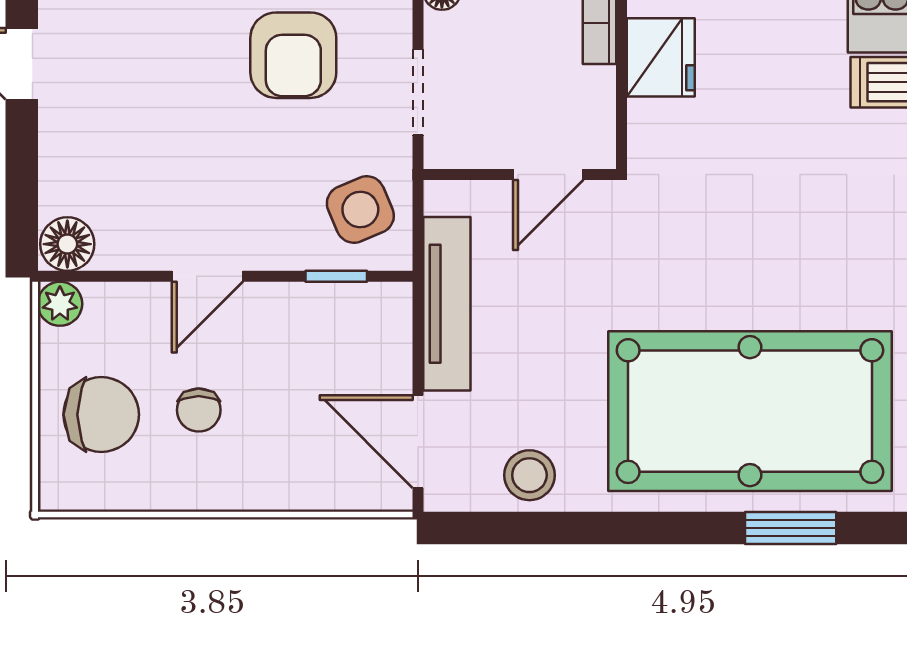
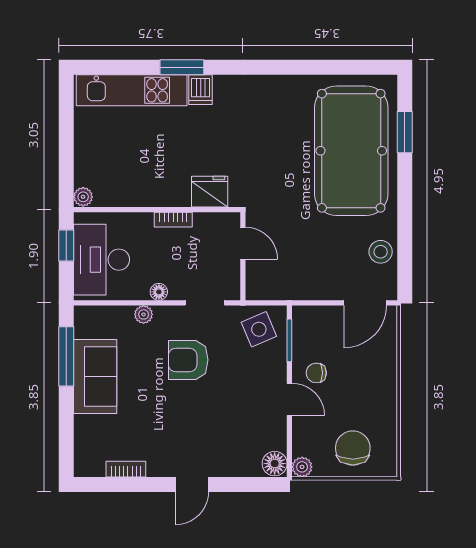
armchair: (293, 55) -> (188, 360), turned 180
fridge: (661, 57) -> (210, 192), moved
window: (336, 276) -> (289, 340), width x1.50
tv unit: (447, 304) -> (302, 290), removed
chair: (199, 410) -> (316, 373), moved, turned 180

